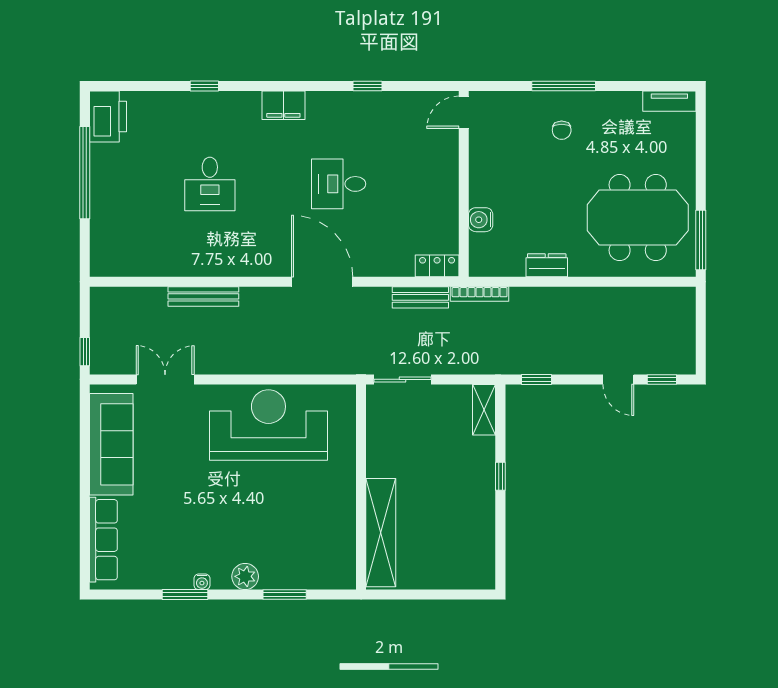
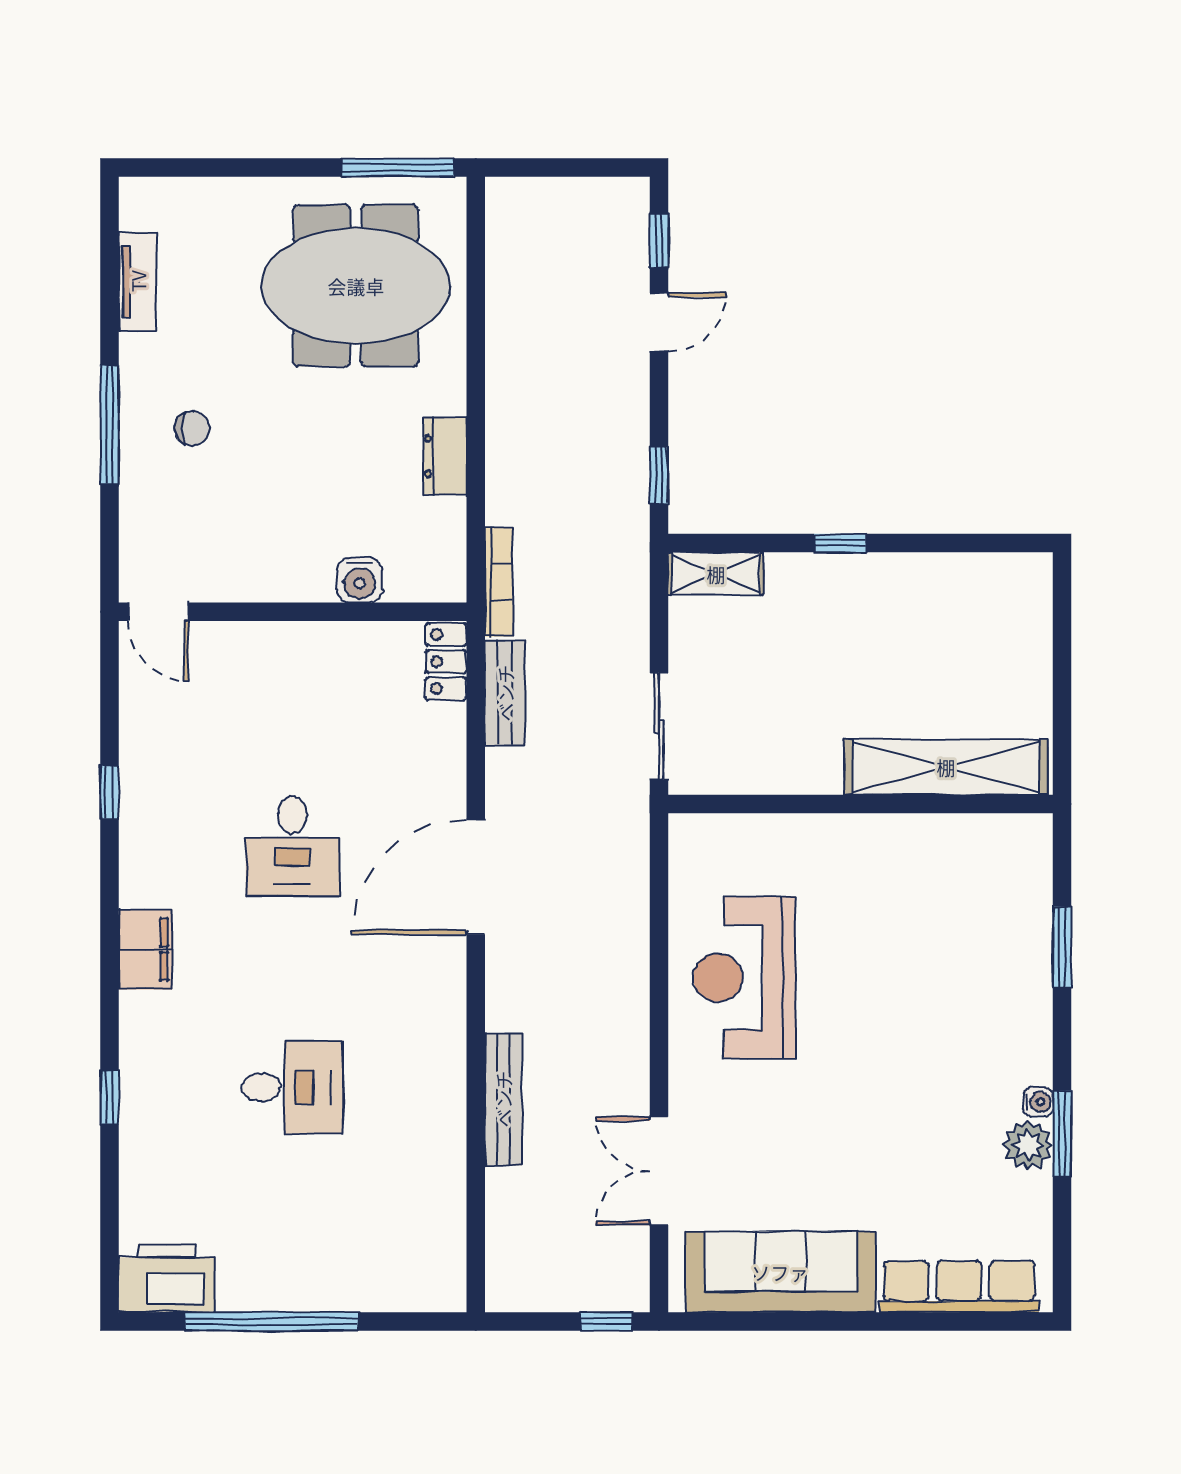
tv unit: (669, 101) -> (138, 281), moved
meeting table: (638, 218) -> (356, 286), turned 90
reception desk: (268, 425) -> (744, 977), width x0.74, depth x0.77
plant: (245, 576) -> (1028, 1145), moved

